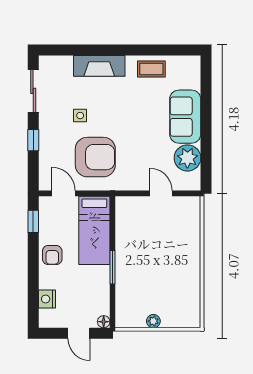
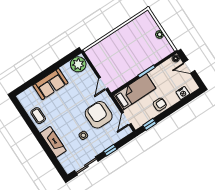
plant: (187, 158) -> (78, 64), moved
door: (161, 193) -> (103, 83), moved
door: (79, 333) -> (189, 67), swing flipped

